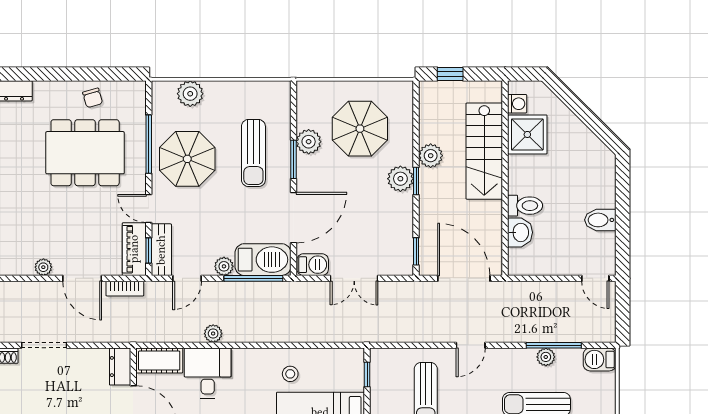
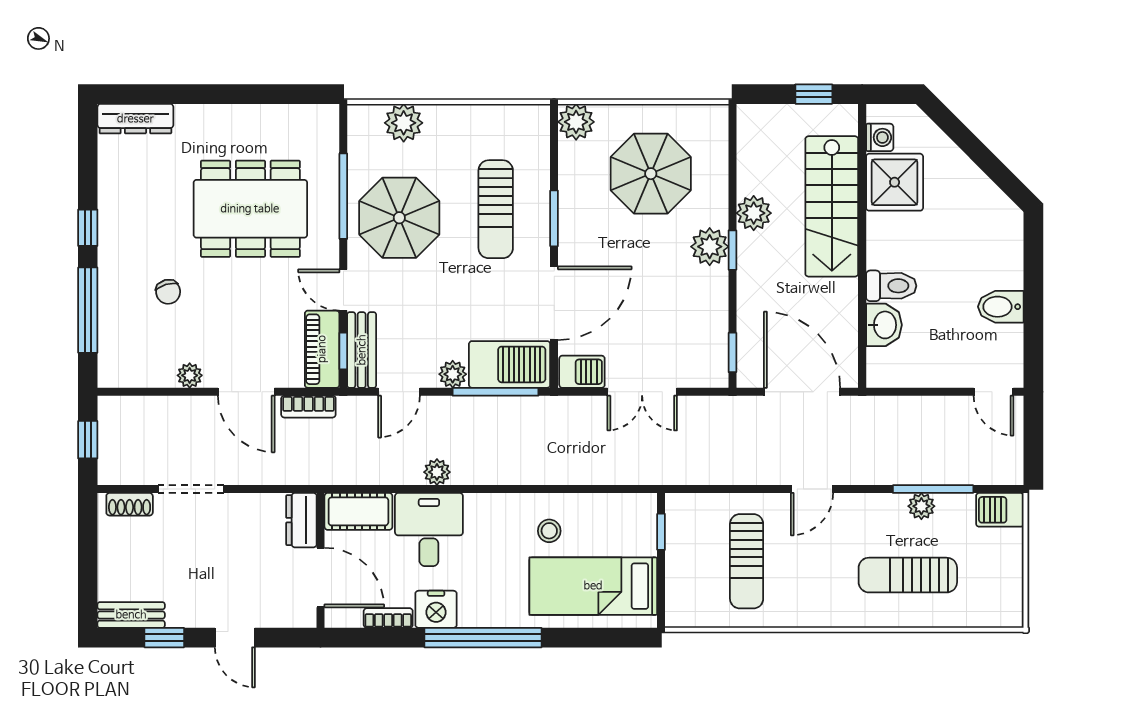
window: (450, 74) -> (814, 94), moved
chair: (93, 98) -> (168, 292), moved
plant: (309, 142) -> (576, 122), moved

